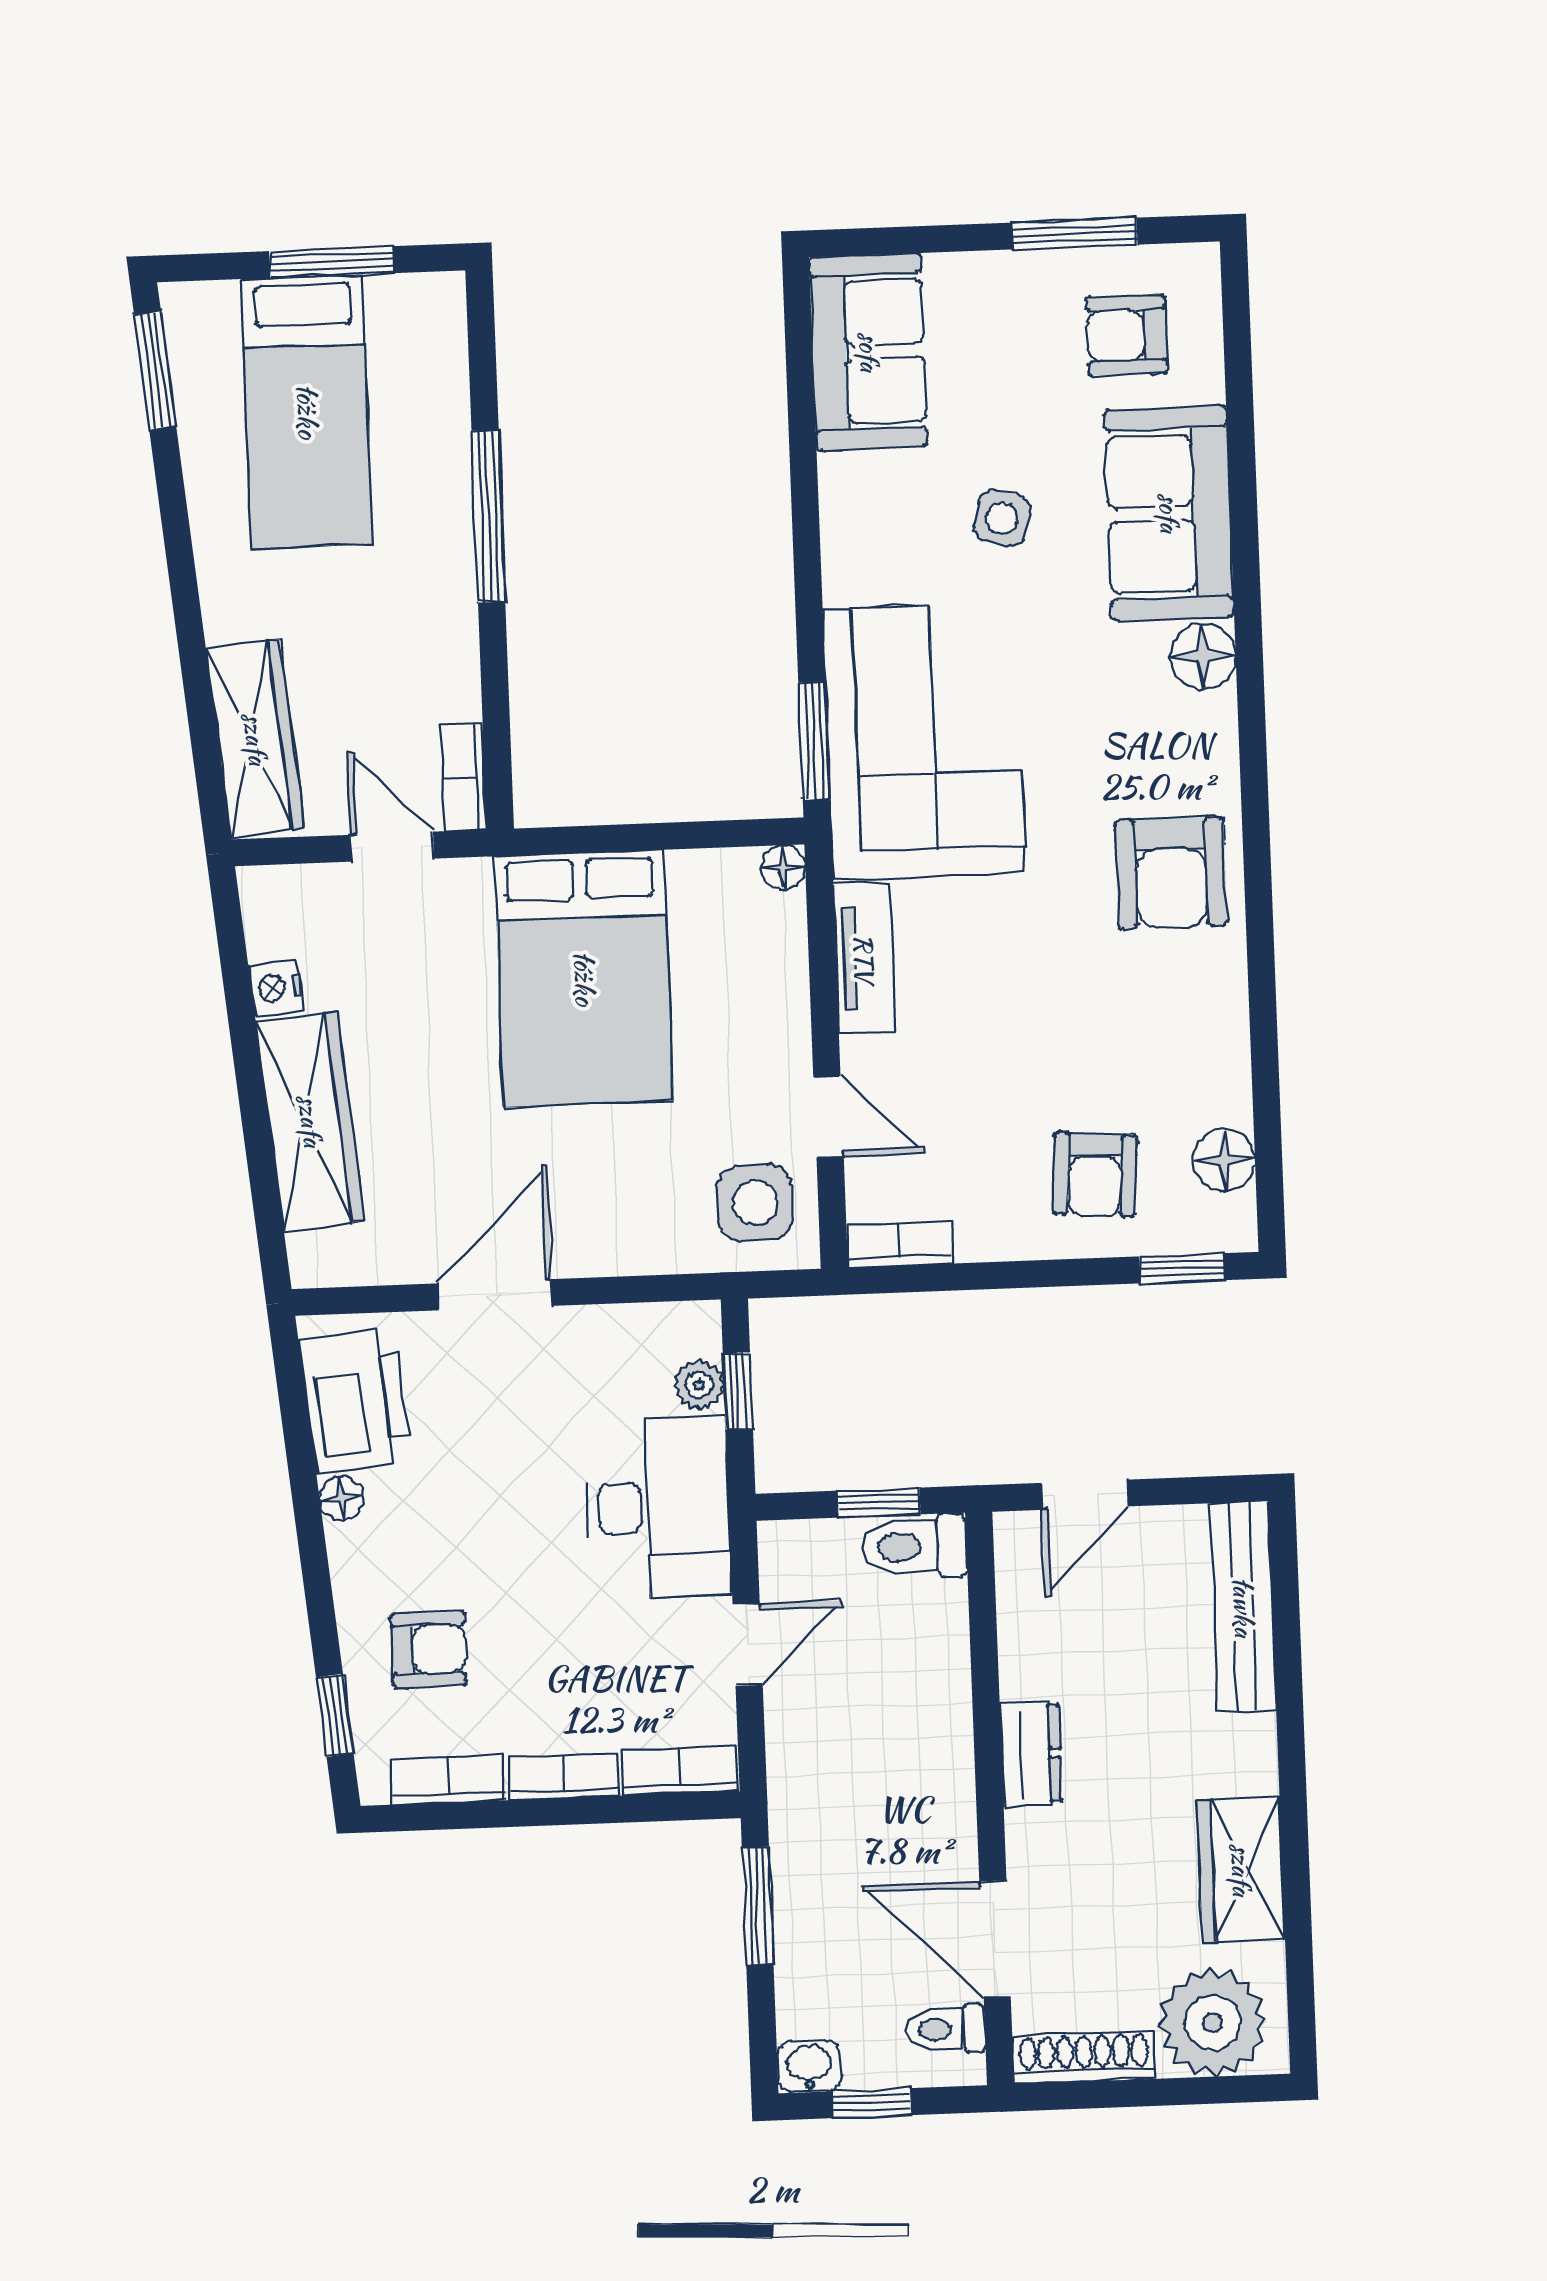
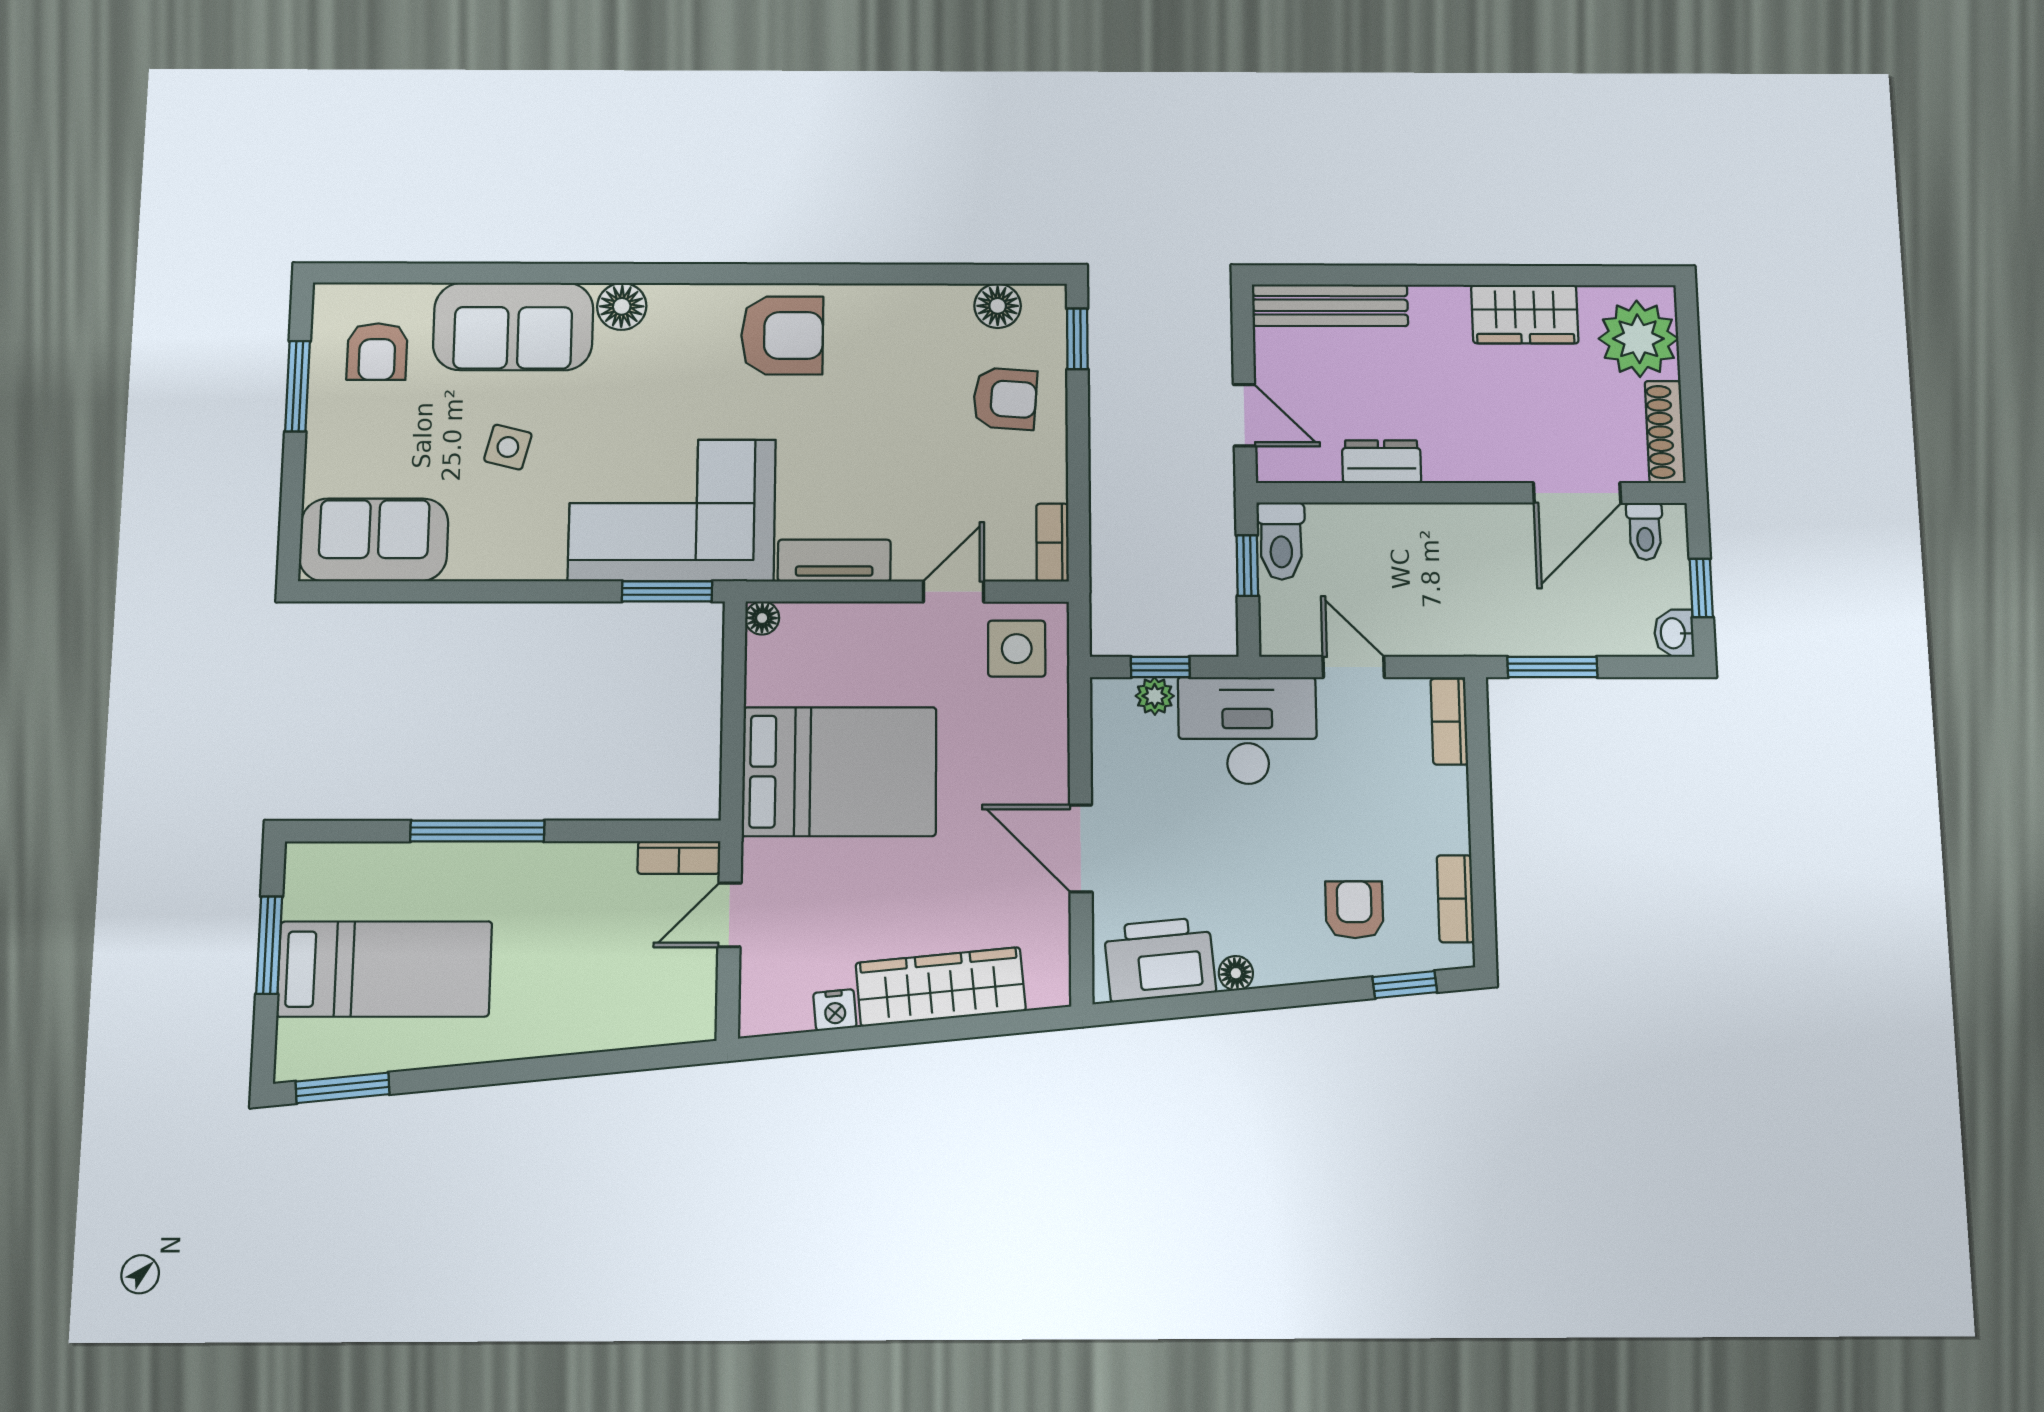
wardrobe: (255, 739) -> (638, 1019), removed
dresser: (1031, 1754) -> (1382, 462), moved
bookcase: (563, 1776) -> (1453, 810), removed

